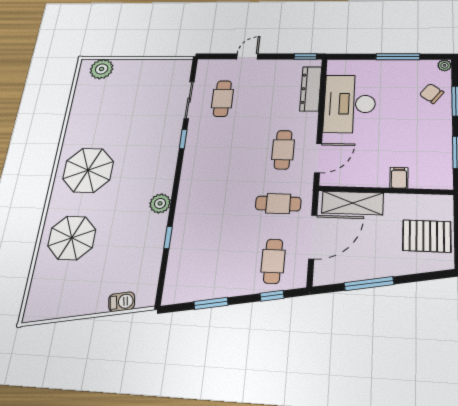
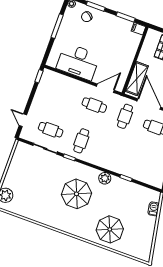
door: (247, 56) -> (23, 120), moved
dresser: (311, 89) -> (61, 79), removed
cafe table: (216, 148) -> (81, 141), added
door: (318, 158) -> (105, 88), hinge flipped
parasol: (88, 170) -> (76, 194), moved
filing cabinet: (399, 178) -> (138, 29), moved

